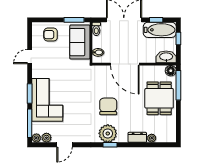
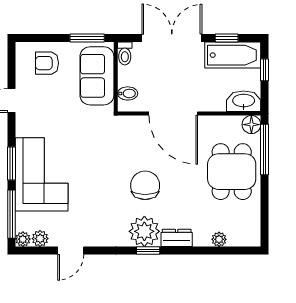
dresser: (137, 137) -> (177, 238), moved

